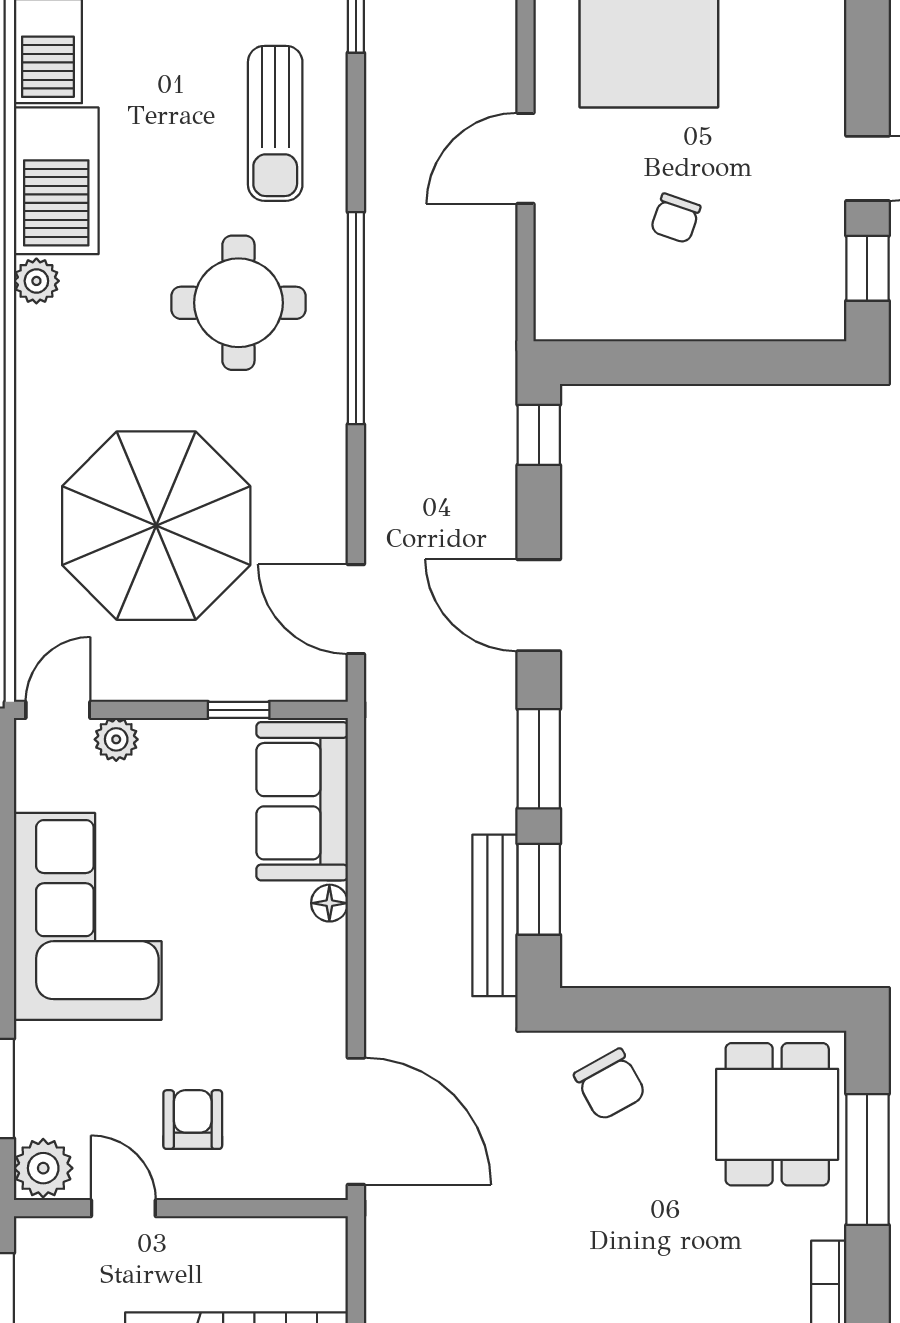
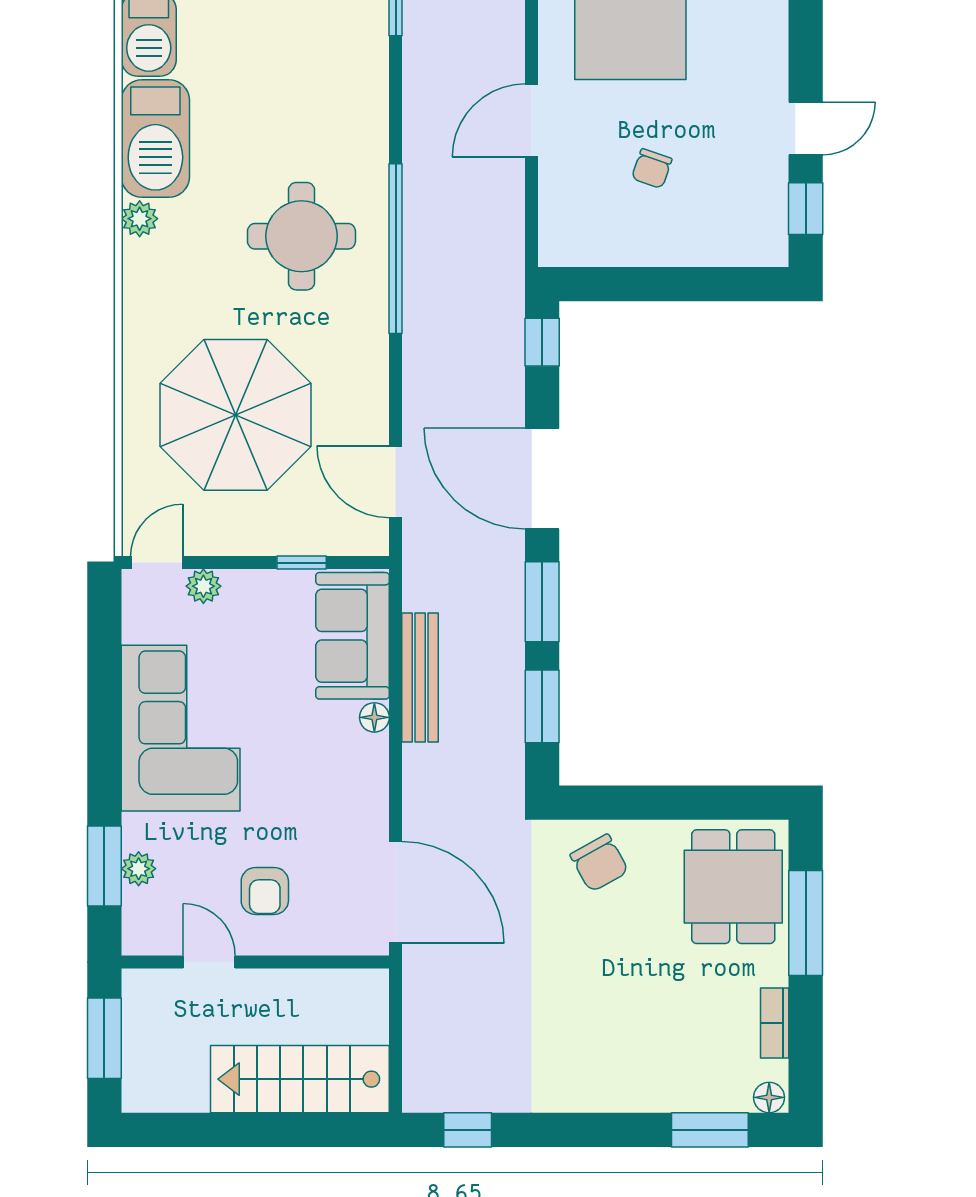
sun lounger: (275, 123) -> (331, 92), removed
door: (539, 605) -> (542, 479), width x1.36
bench: (495, 915) -> (420, 678), moved
armchair: (193, 1120) -> (265, 891), turned 180
plant: (43, 1168) -> (139, 869), moved, width x0.73, depth x0.73

